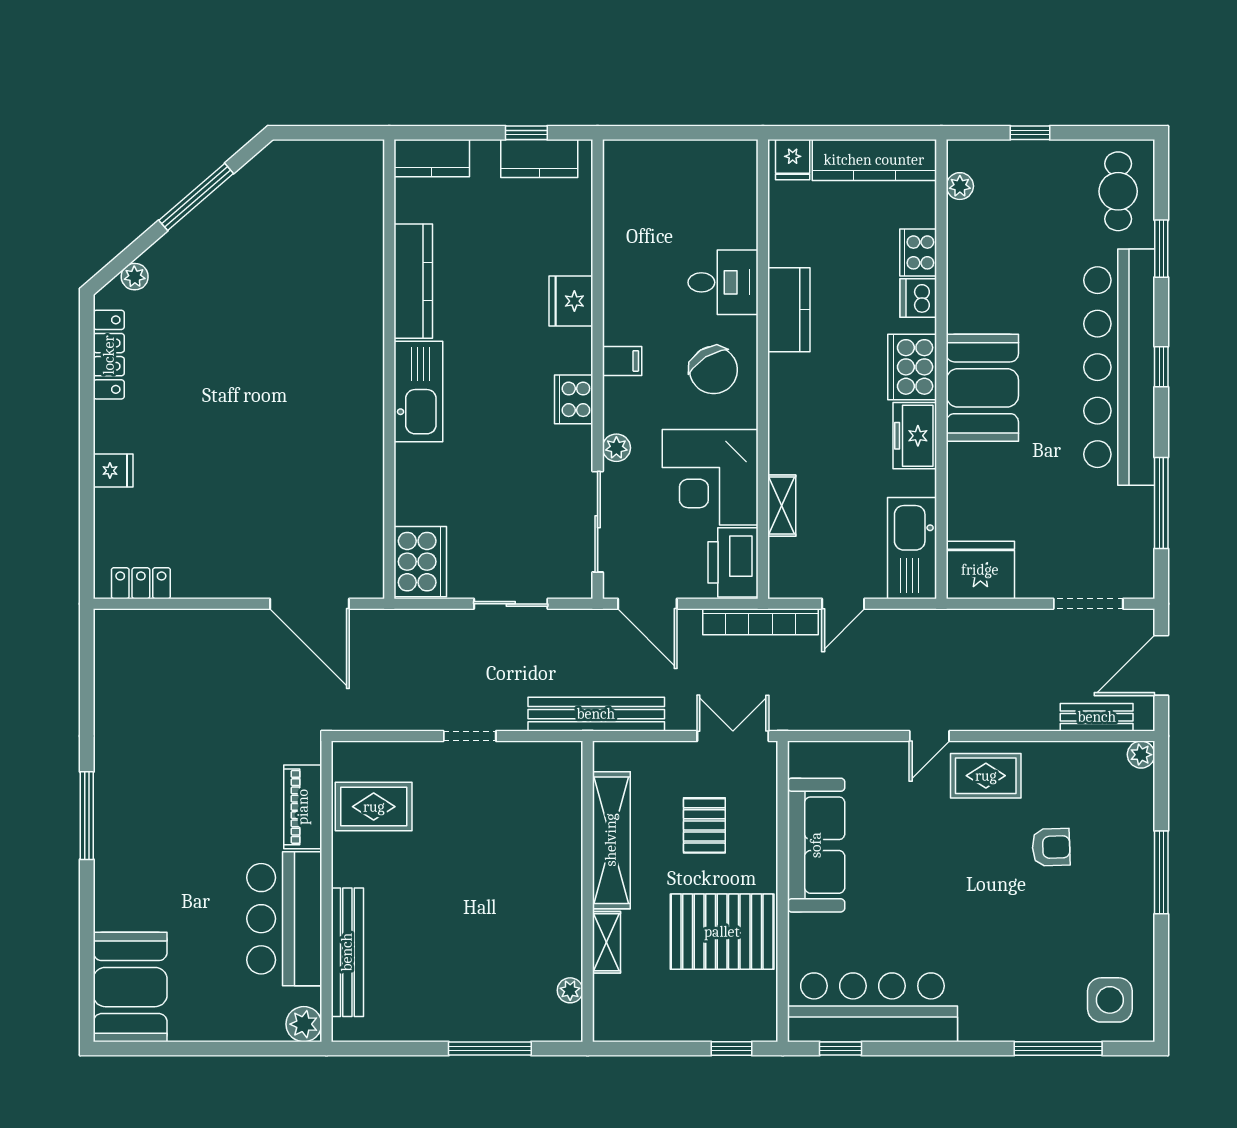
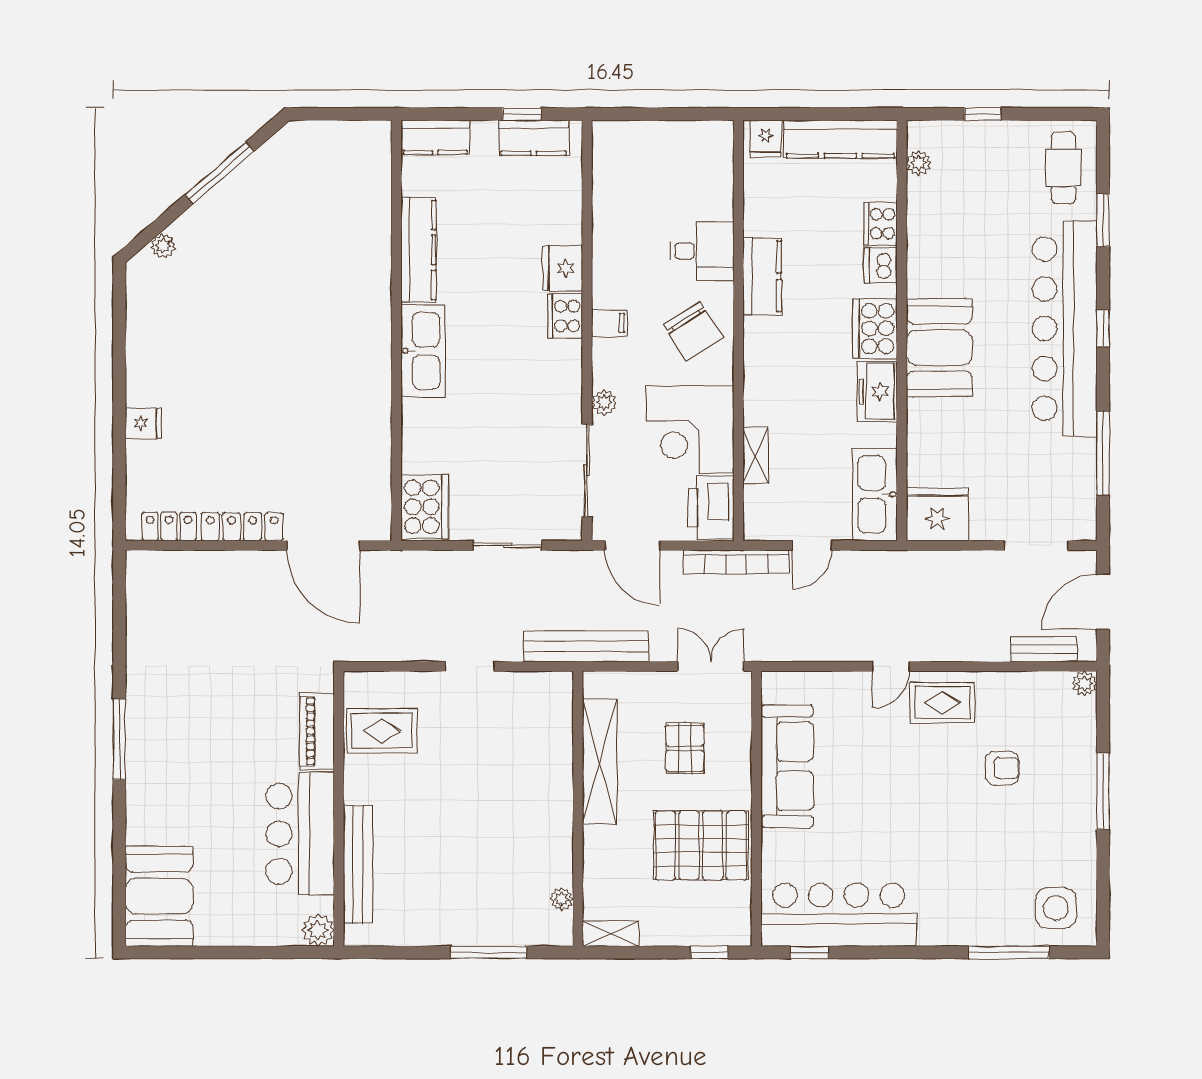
locker: (109, 355) -> (242, 527), moved, turned -90
cooker: (574, 399) -> (565, 316), moved
shelving: (606, 942) -> (611, 934), moved, turned 90

